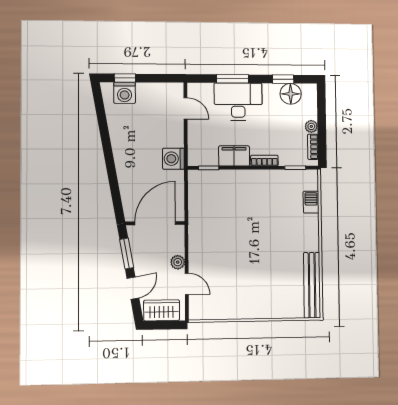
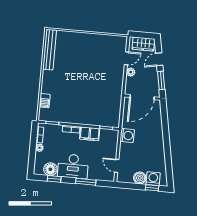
boiler: (146, 92) -> (140, 178), added
desk: (238, 102) -> (73, 166), moved
door: (187, 284) -> (127, 58), swing flipped

